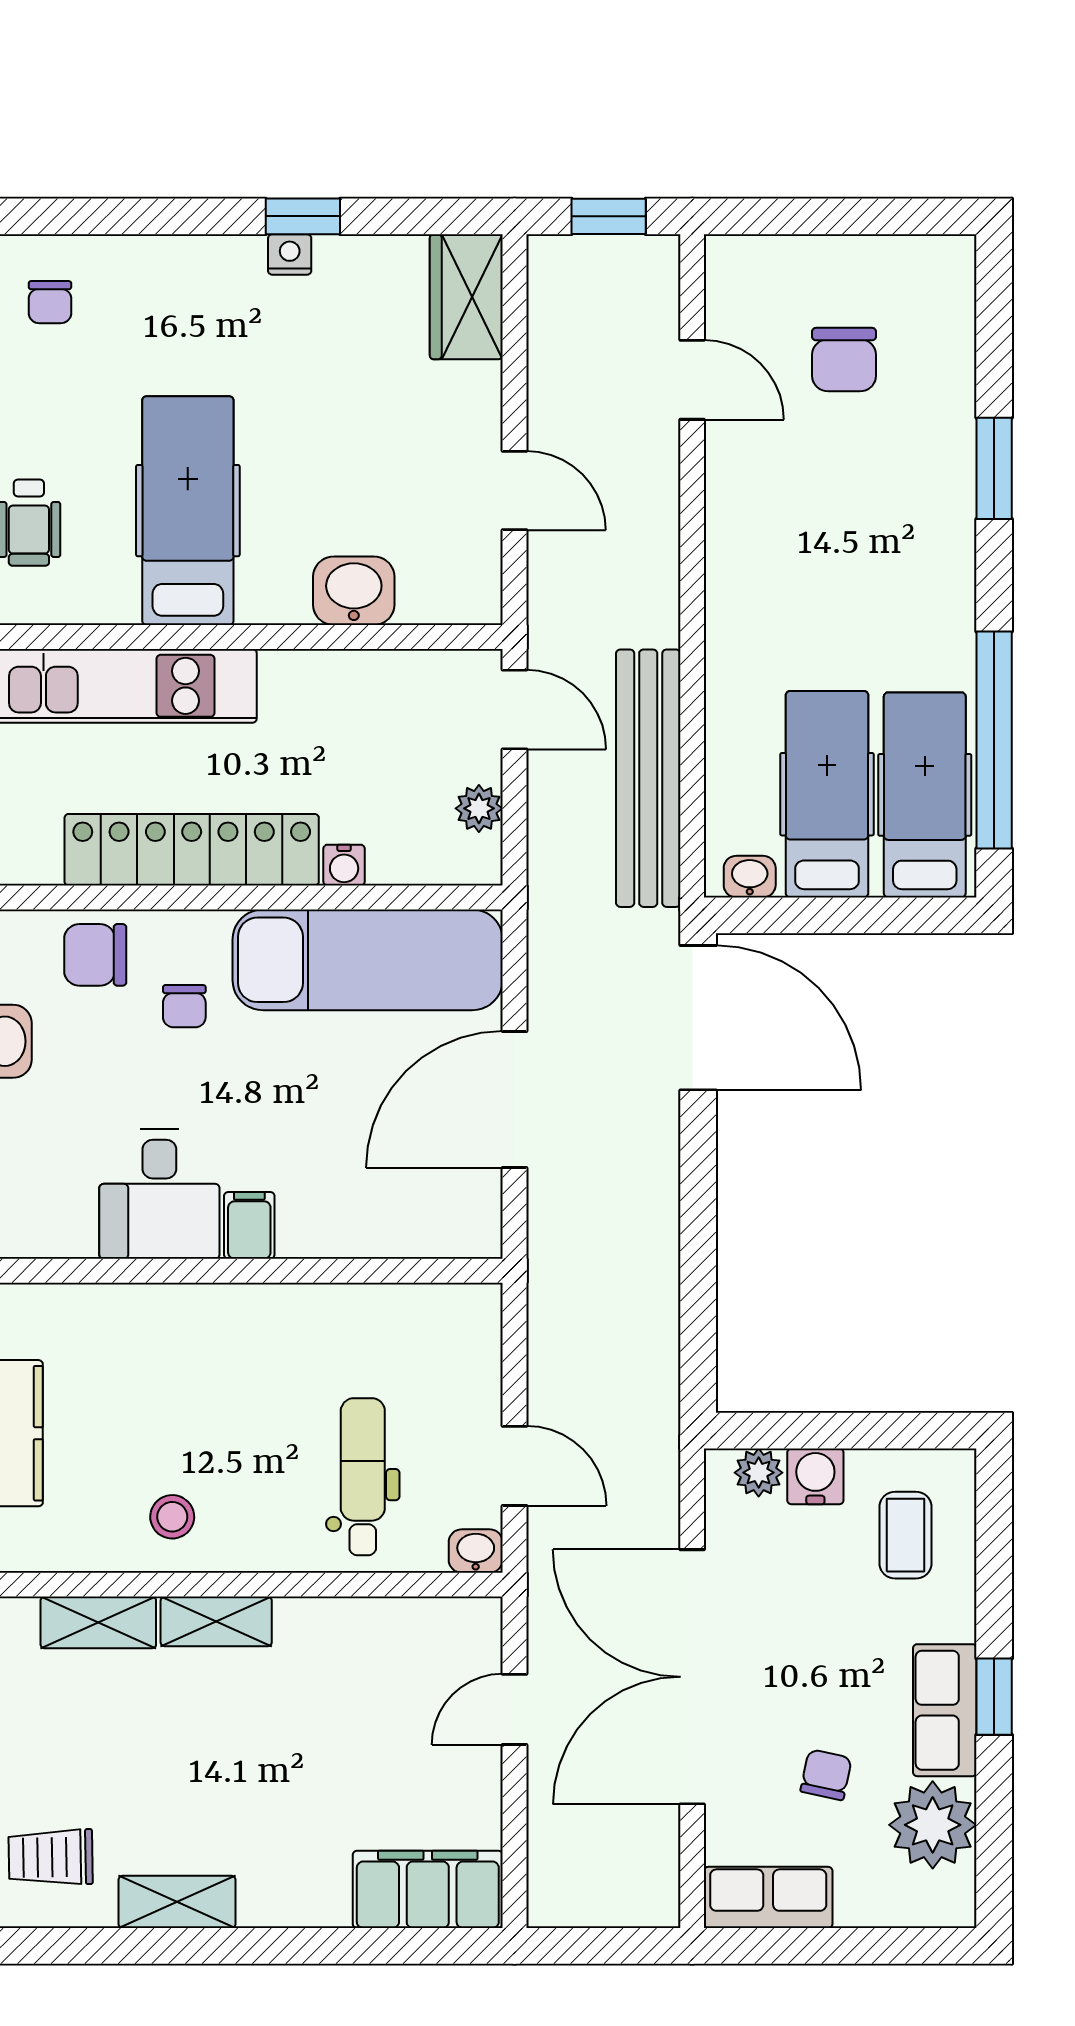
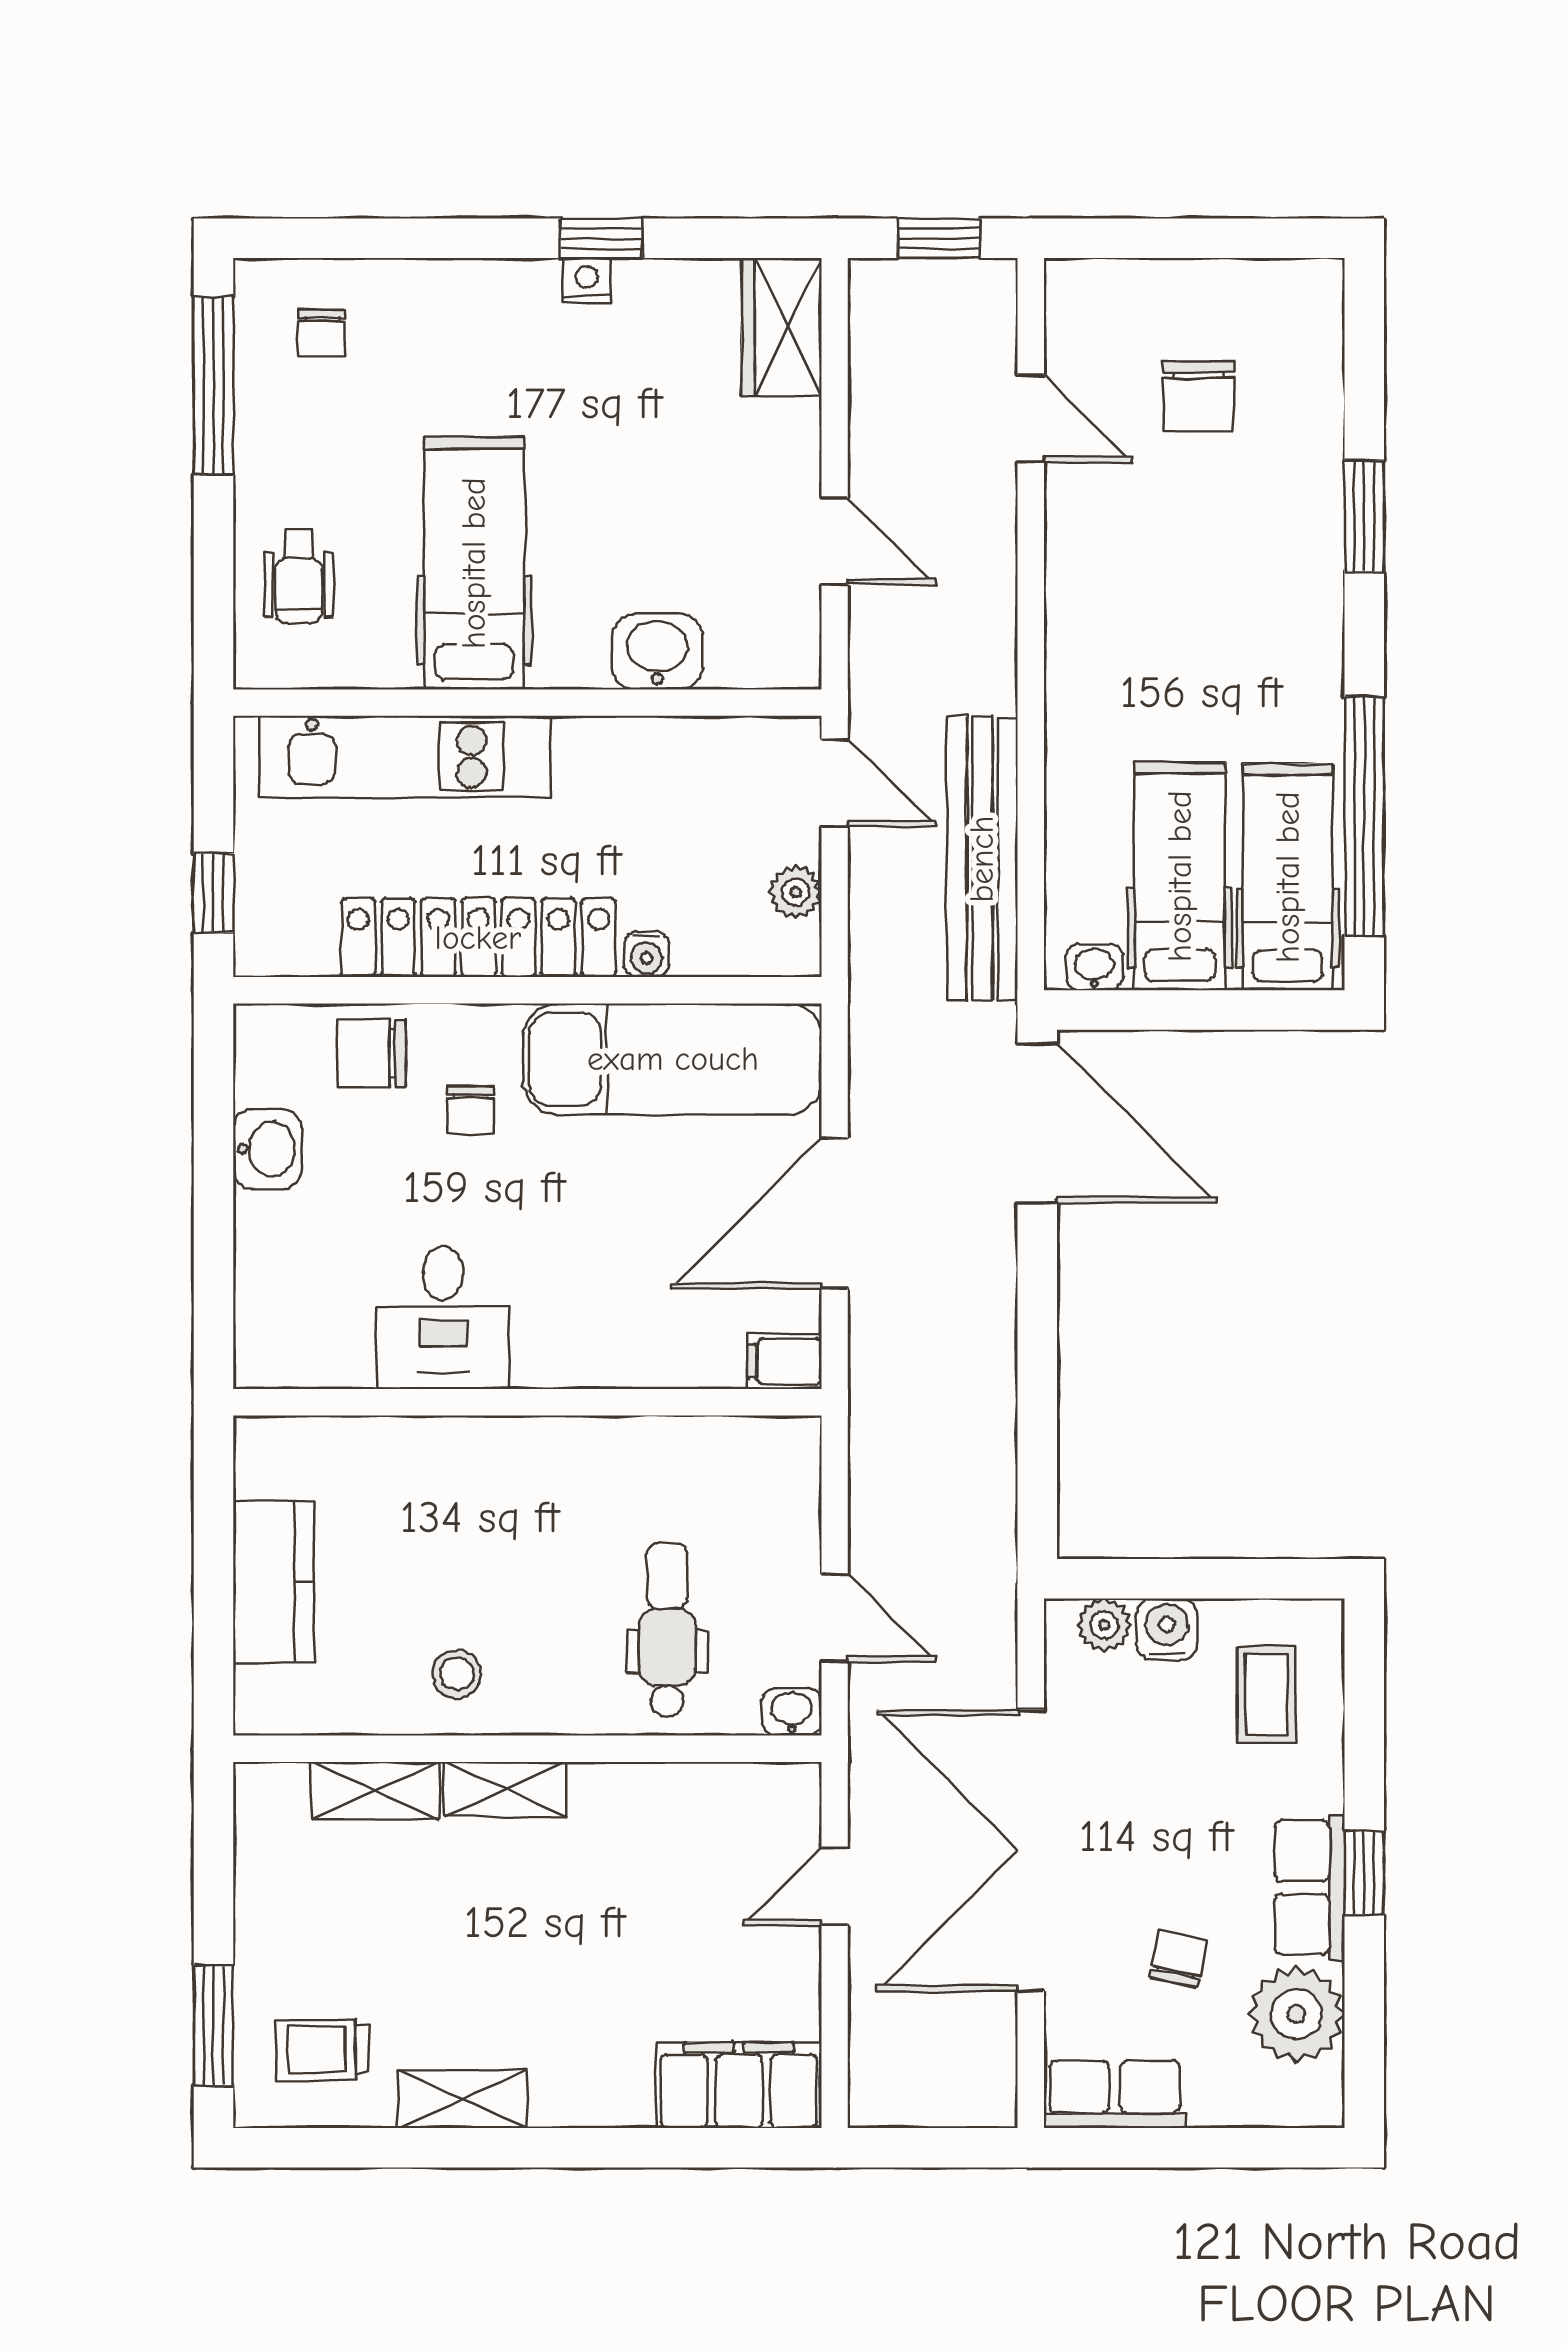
filing cabinet: (249, 1225) -> (785, 1361), moved, turned -90

